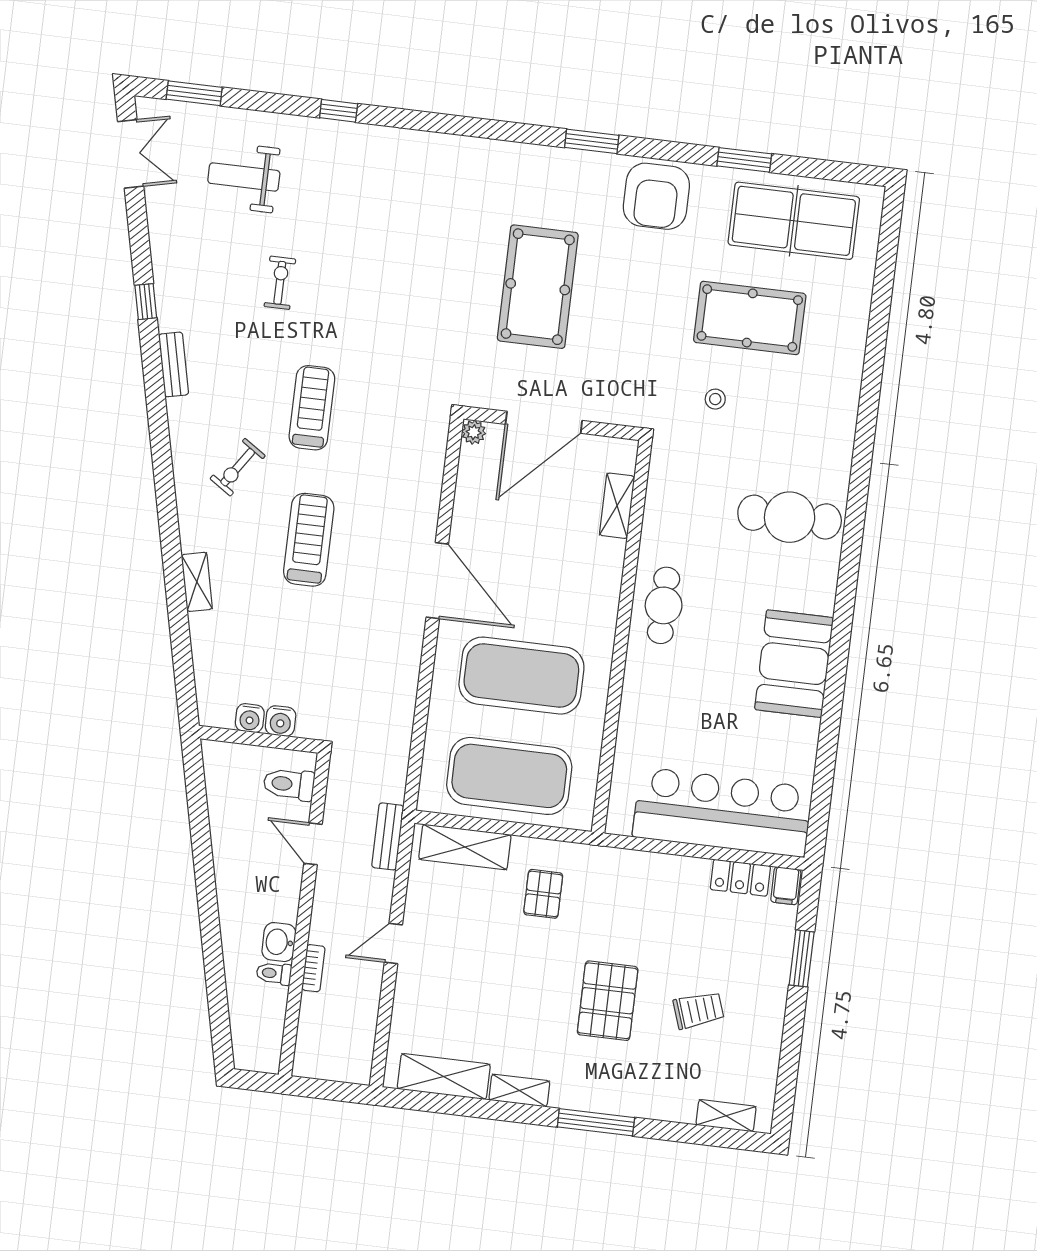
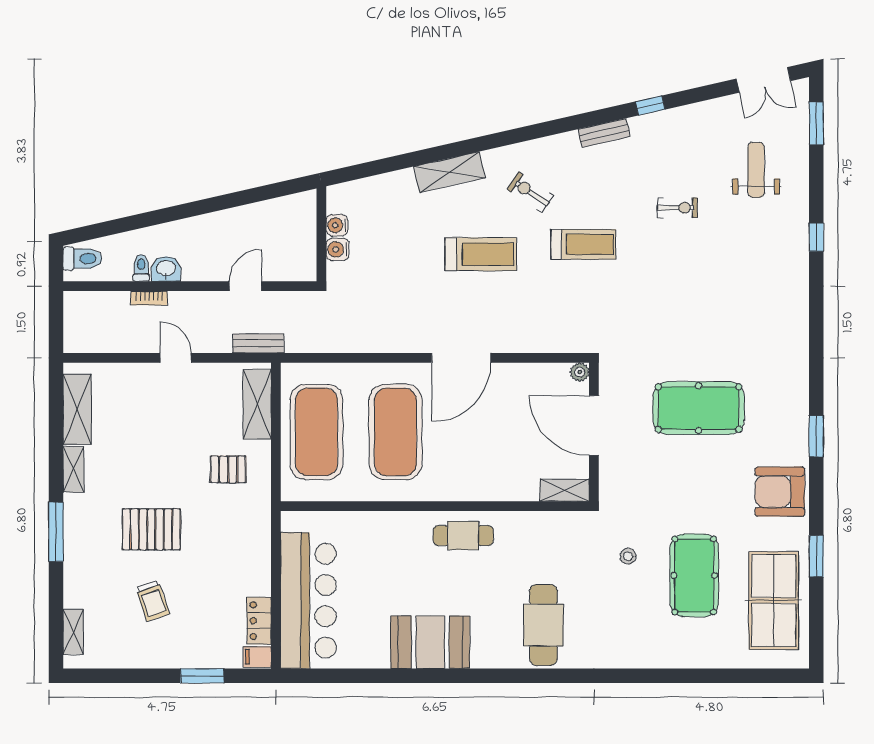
shelving: (617, 506) -> (565, 490), moved
shelving: (197, 582) -> (449, 172), width x1.50, depth x1.33
toilet: (289, 784) -> (83, 259), moved, turned 90

